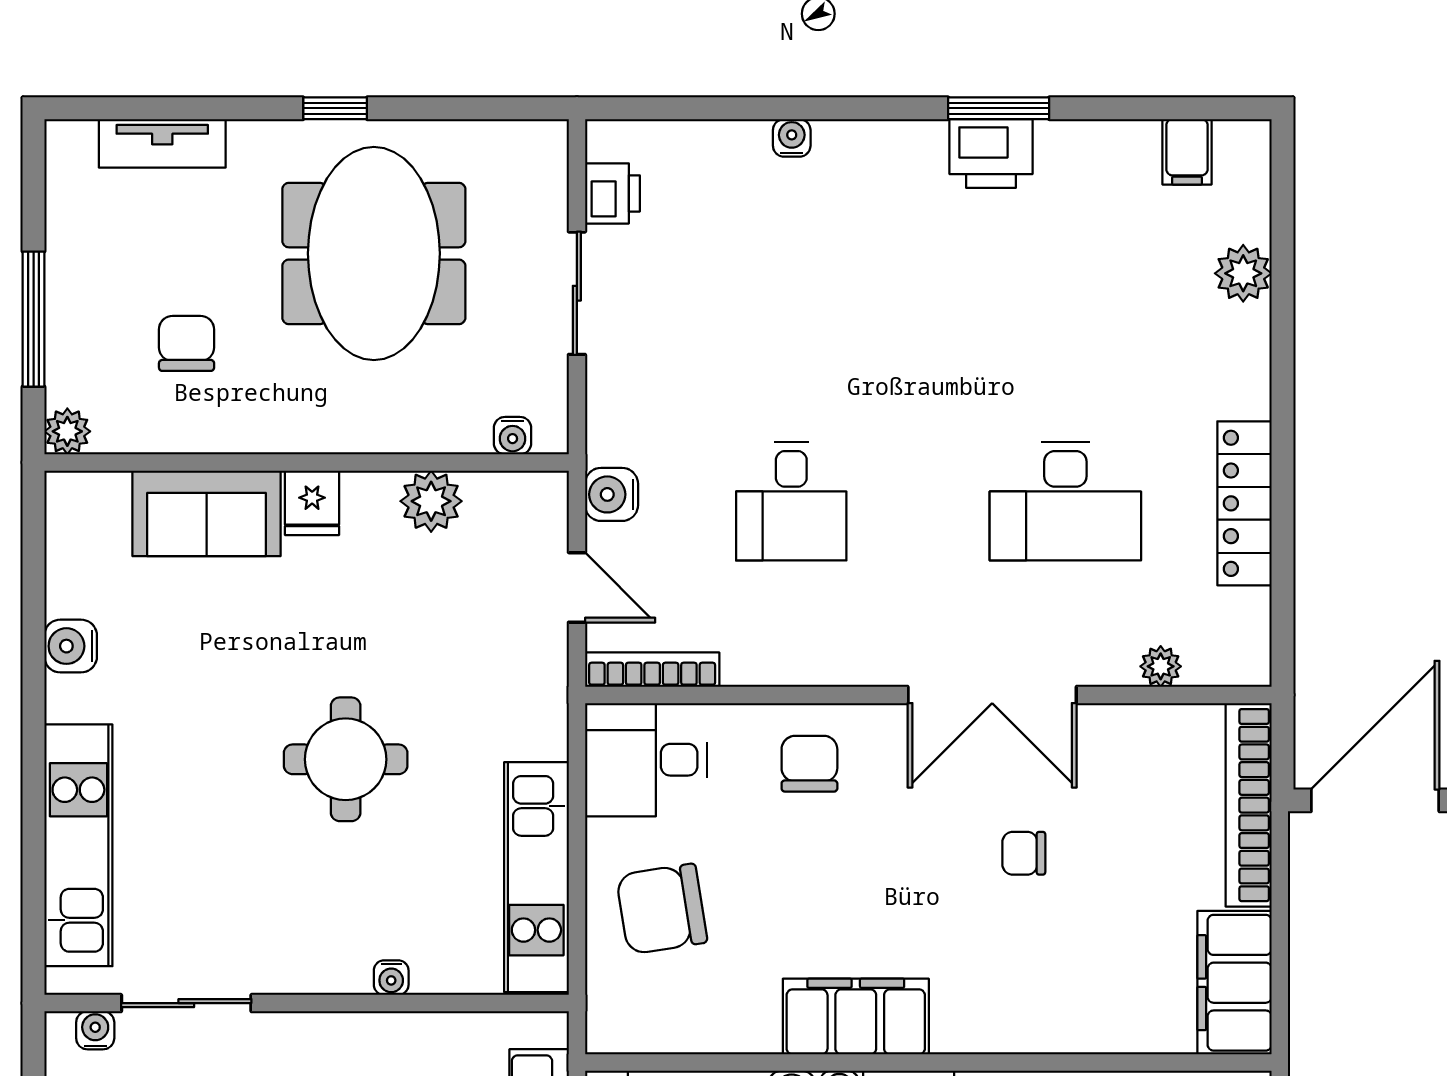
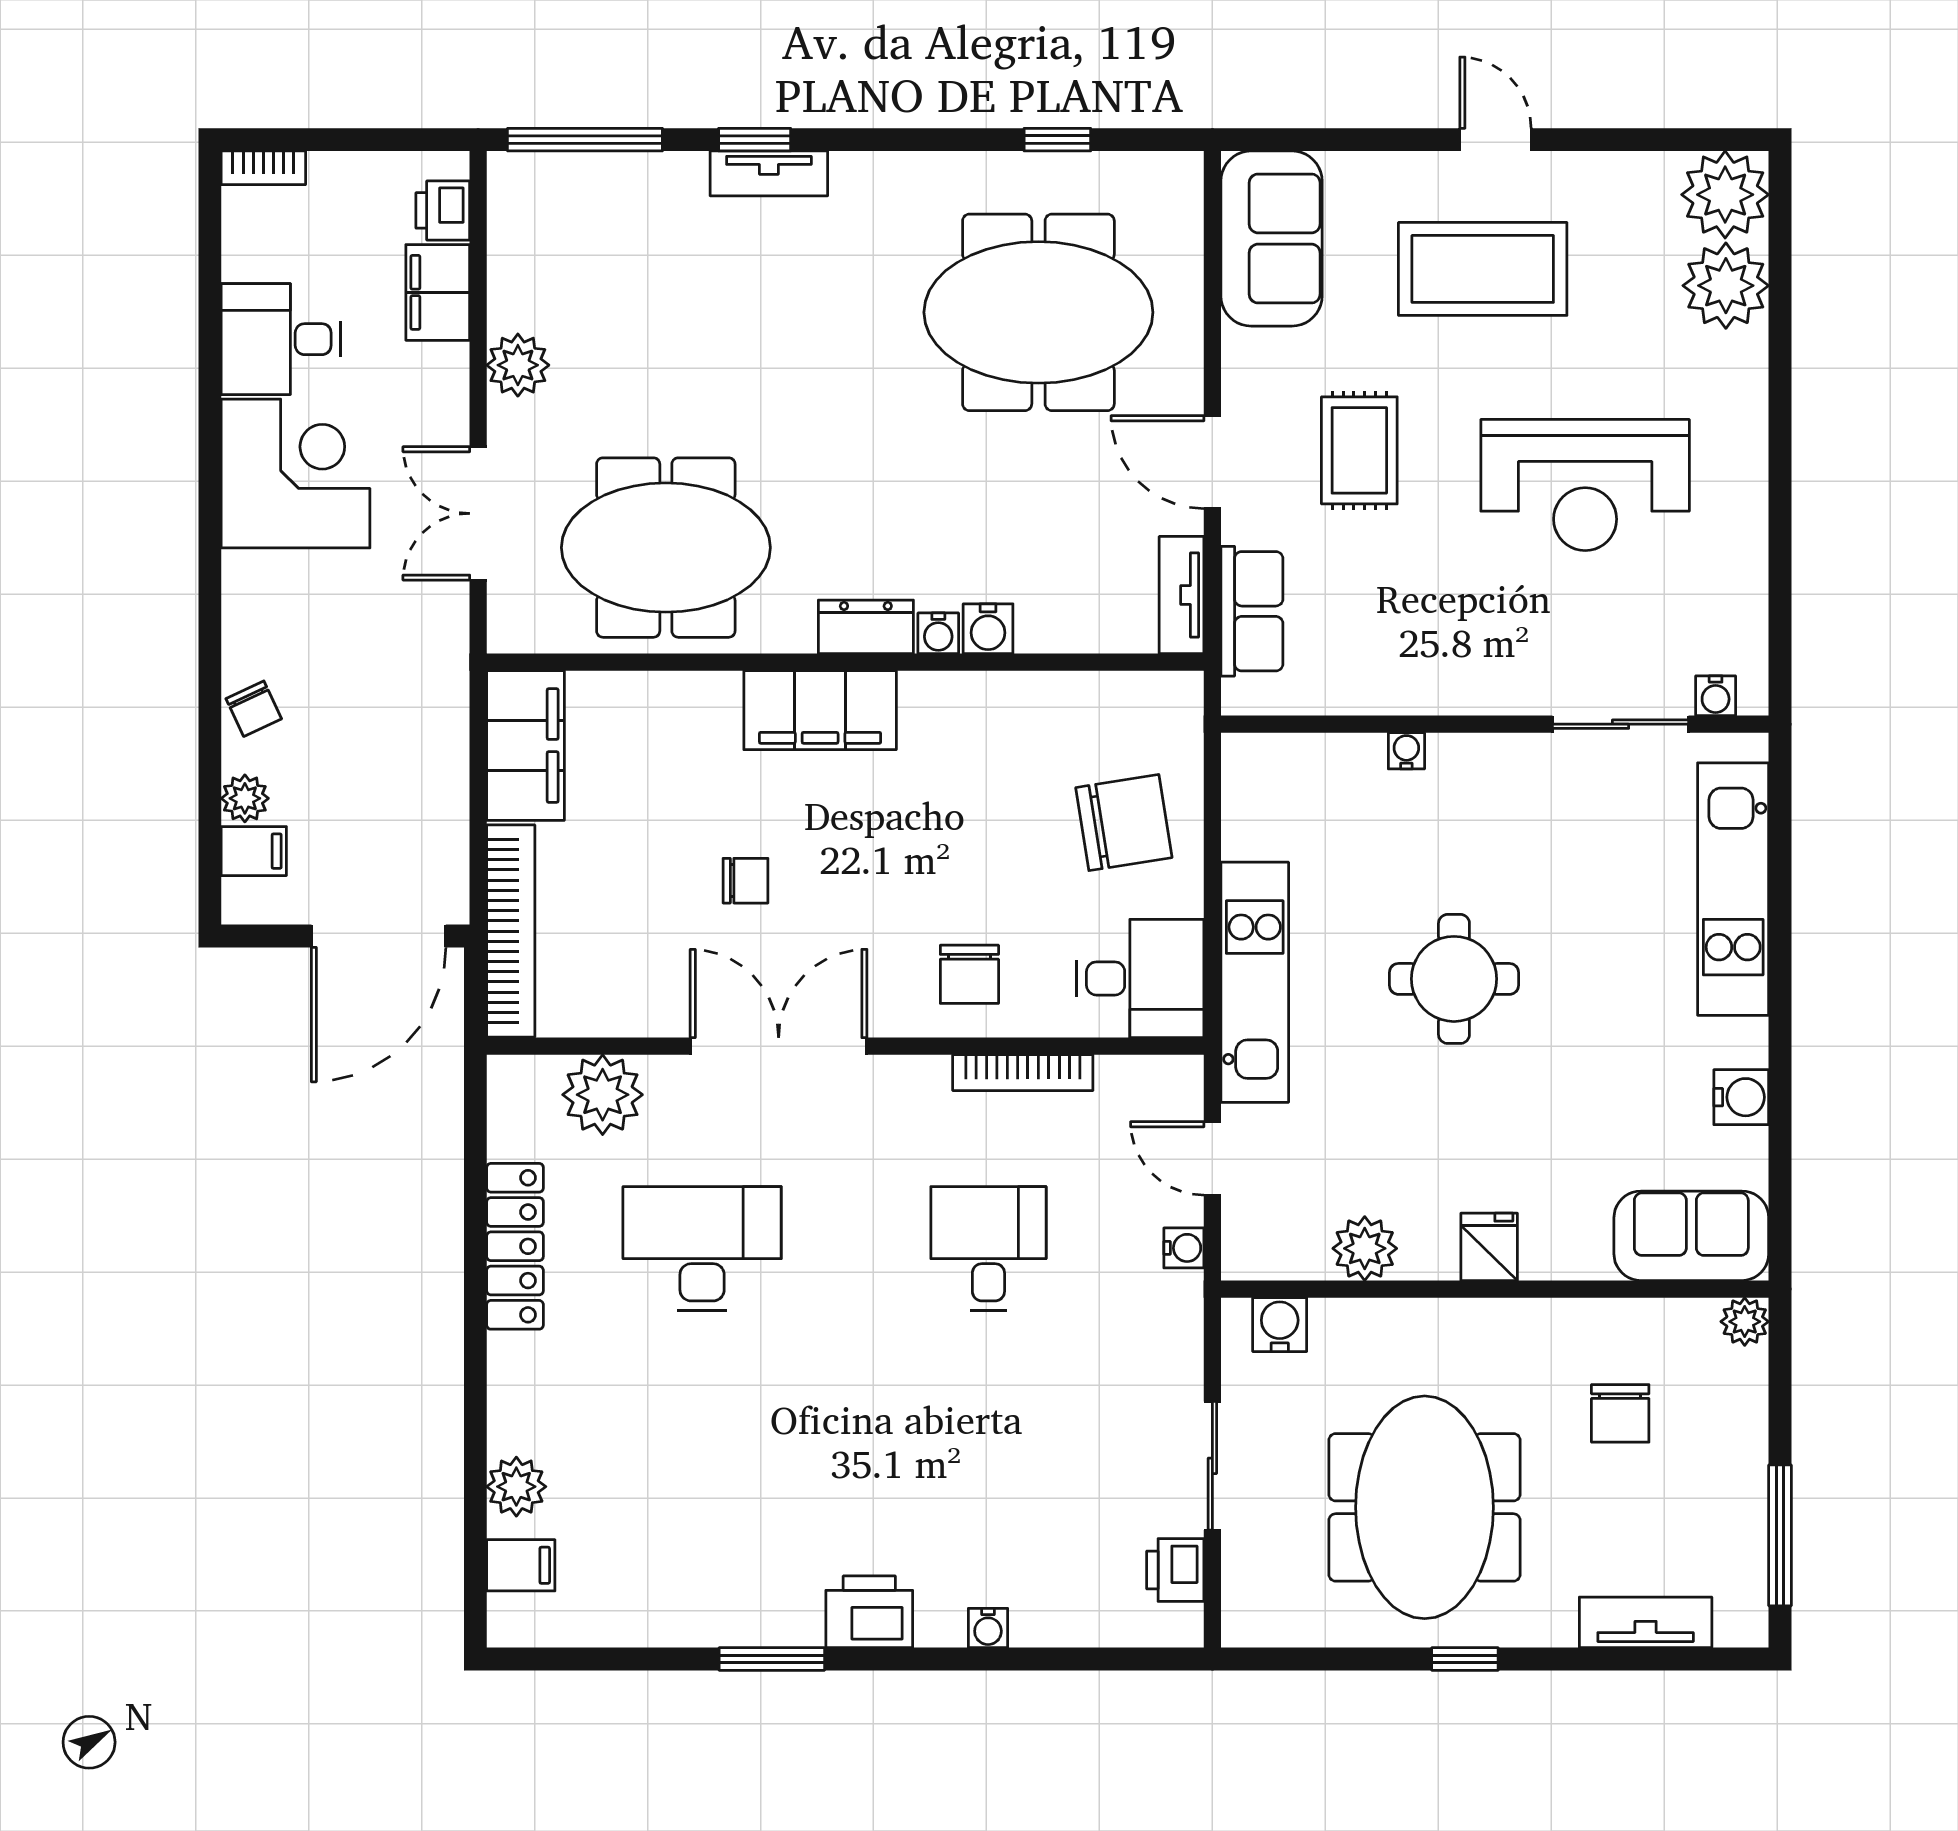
filing cabinet: (1187, 152) -> (521, 1565), moved, turned 90
printer: (991, 153) -> (869, 1612), moved
window: (34, 319) -> (1780, 1535), moved
water cooler: (513, 436) -> (1280, 1325), width x1.38, depth x1.38
water cooler: (612, 494) -> (1184, 1248), width x0.72, depth x0.72
sofa: (207, 513) -> (1691, 1236), moved
plant: (1161, 666) -> (603, 1095), width x1.87, depth x1.87
bookcase: (652, 670) -> (1023, 1073), moved
kitchen unit: (536, 877) -> (1255, 982), moved
filing cabinet: (856, 1017) -> (820, 710), moved

